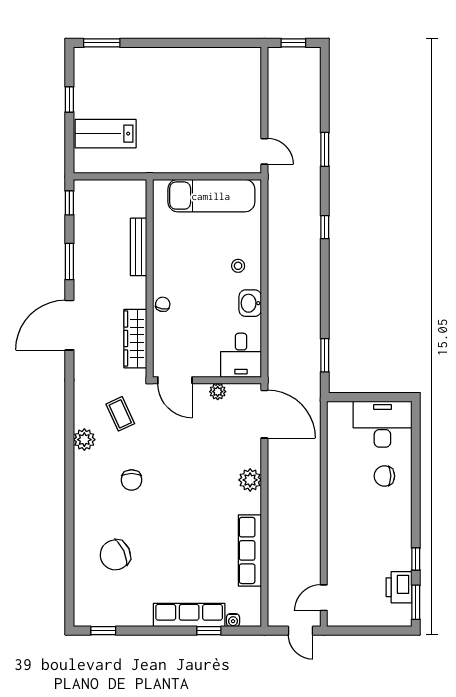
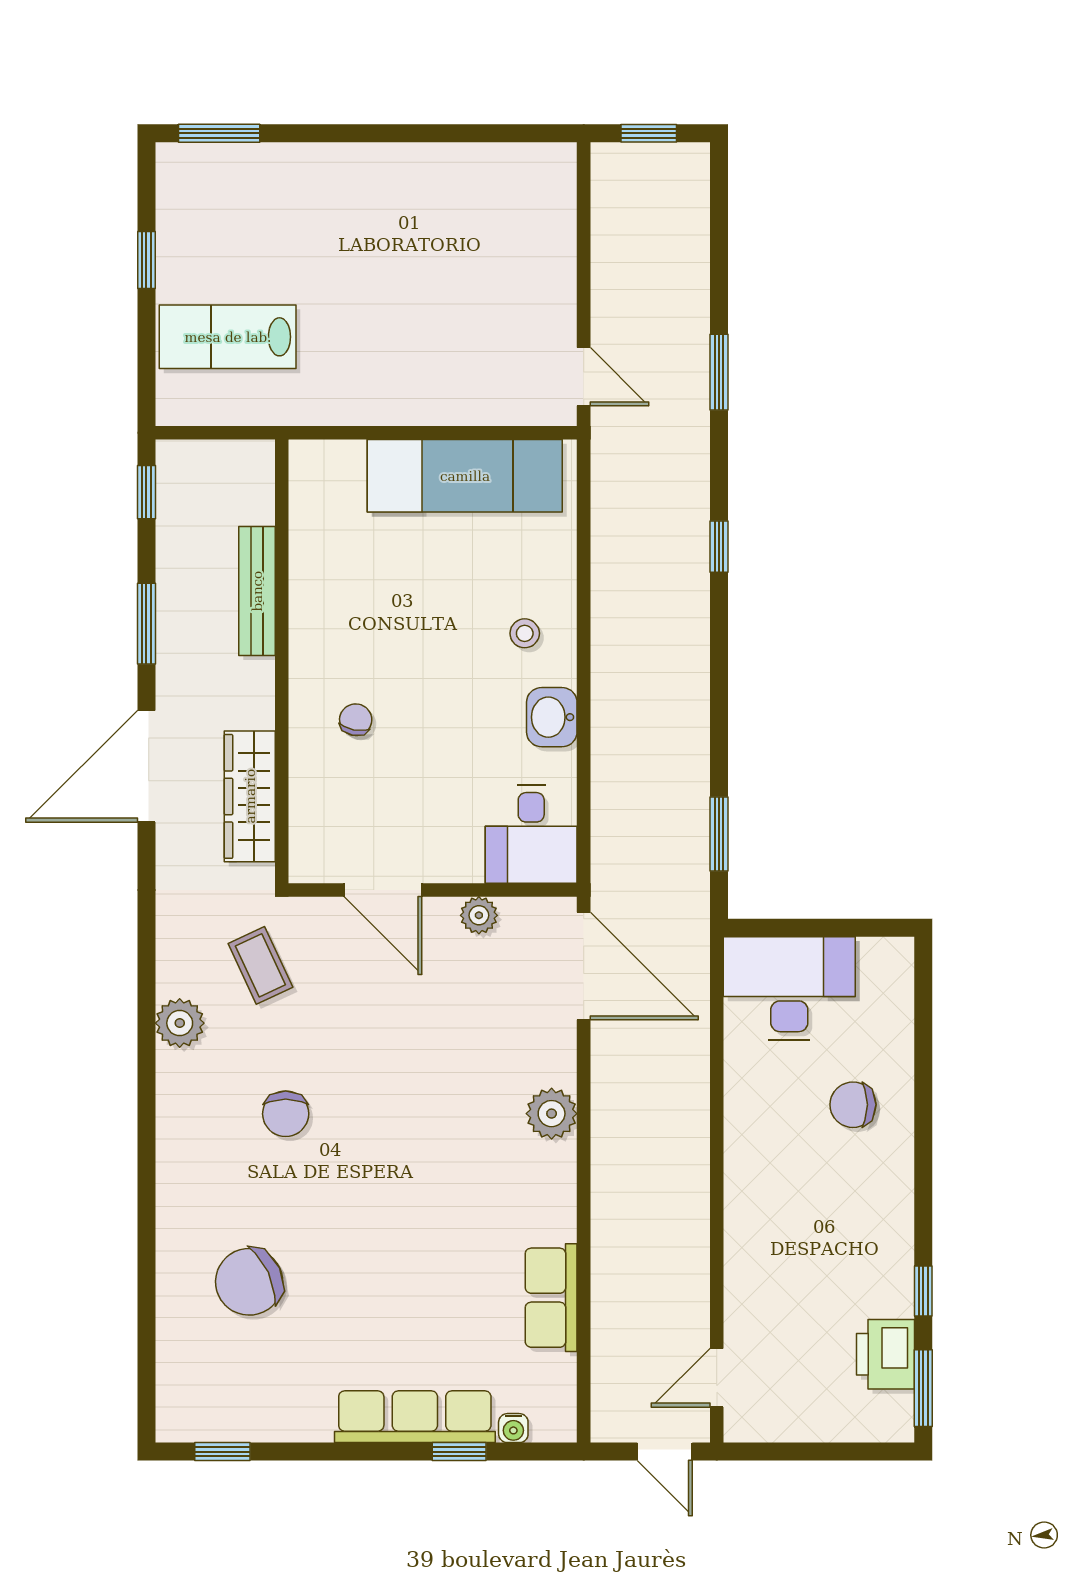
bench: (139, 247) -> (257, 591), moved
wall: (150, 278) -> (282, 661), moved
wardrobe: (135, 339) -> (250, 796), moved
desk: (382, 424) -> (789, 988), moved
row of seats: (250, 550) -> (551, 1298), width x0.68

